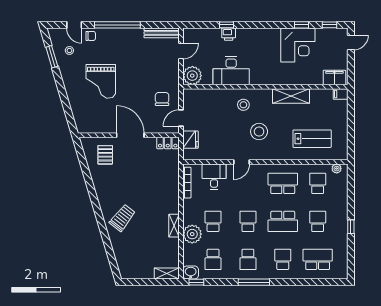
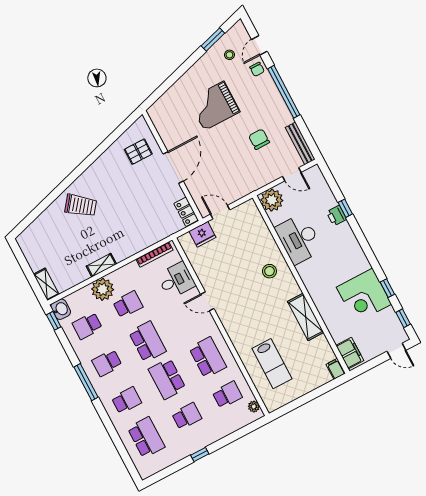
chair: (162, 99) -> (259, 139), moved, turned -90
stool: (259, 132) -> (250, 303), removed
school desk: (248, 221) -> (147, 342), width x1.85

